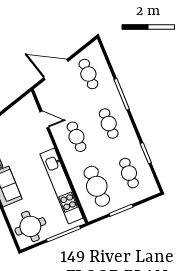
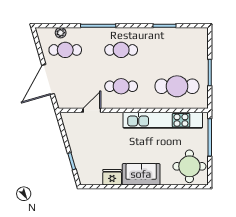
plant: (102, 64) -> (61, 33), added
cafe table: (129, 173) -> (177, 50), removed

